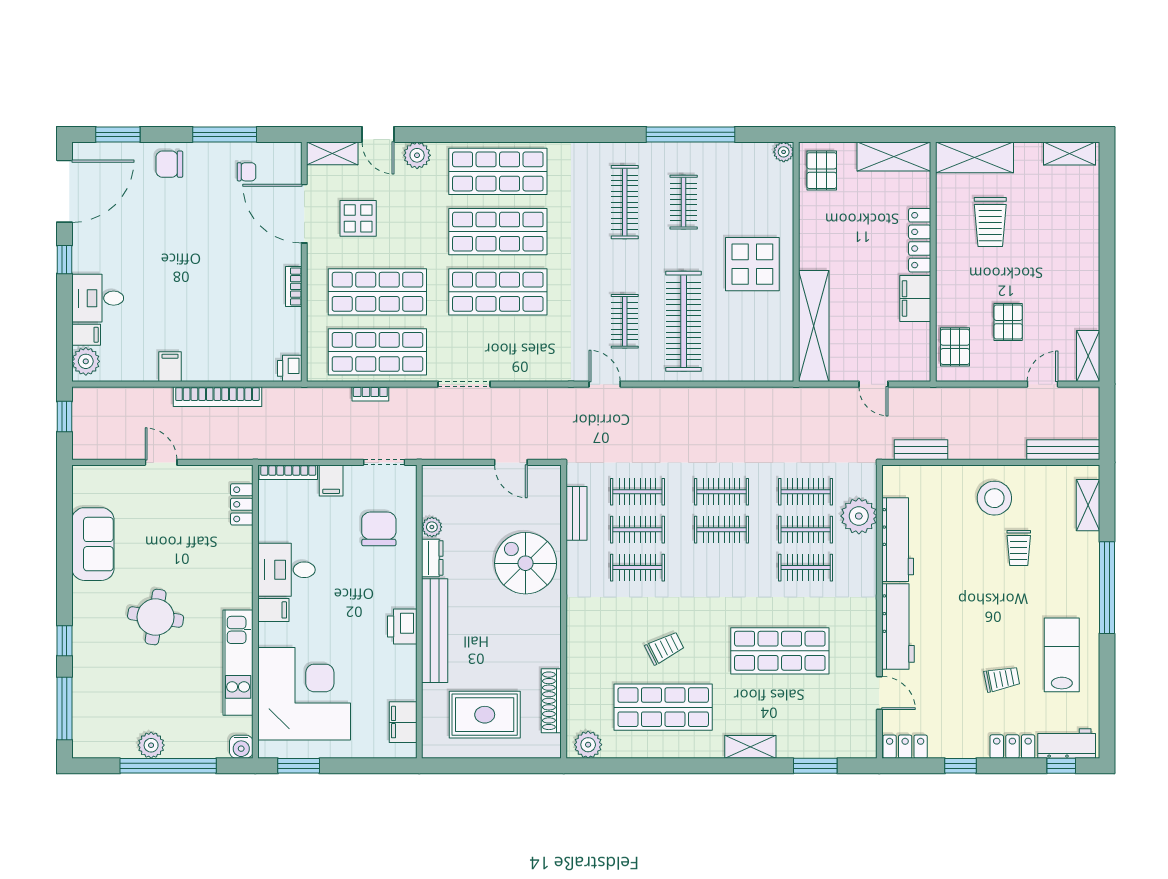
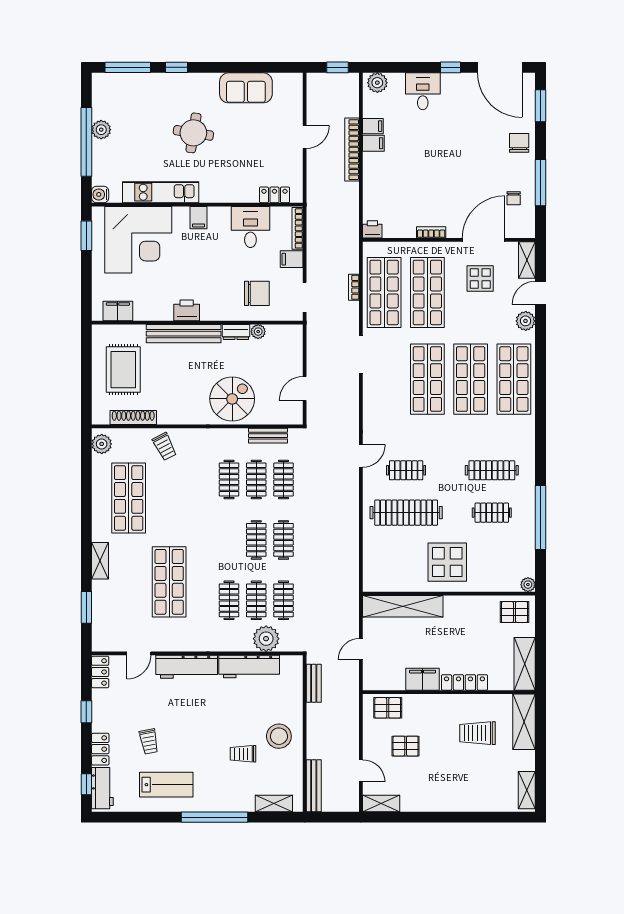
filing cabinet: (86, 335) -> (373, 126), moved, turned -90
bookcase: (217, 397) -> (352, 150), moved
desk: (286, 570) -> (250, 227), moved
trolley: (665, 648) -> (165, 446), moved

